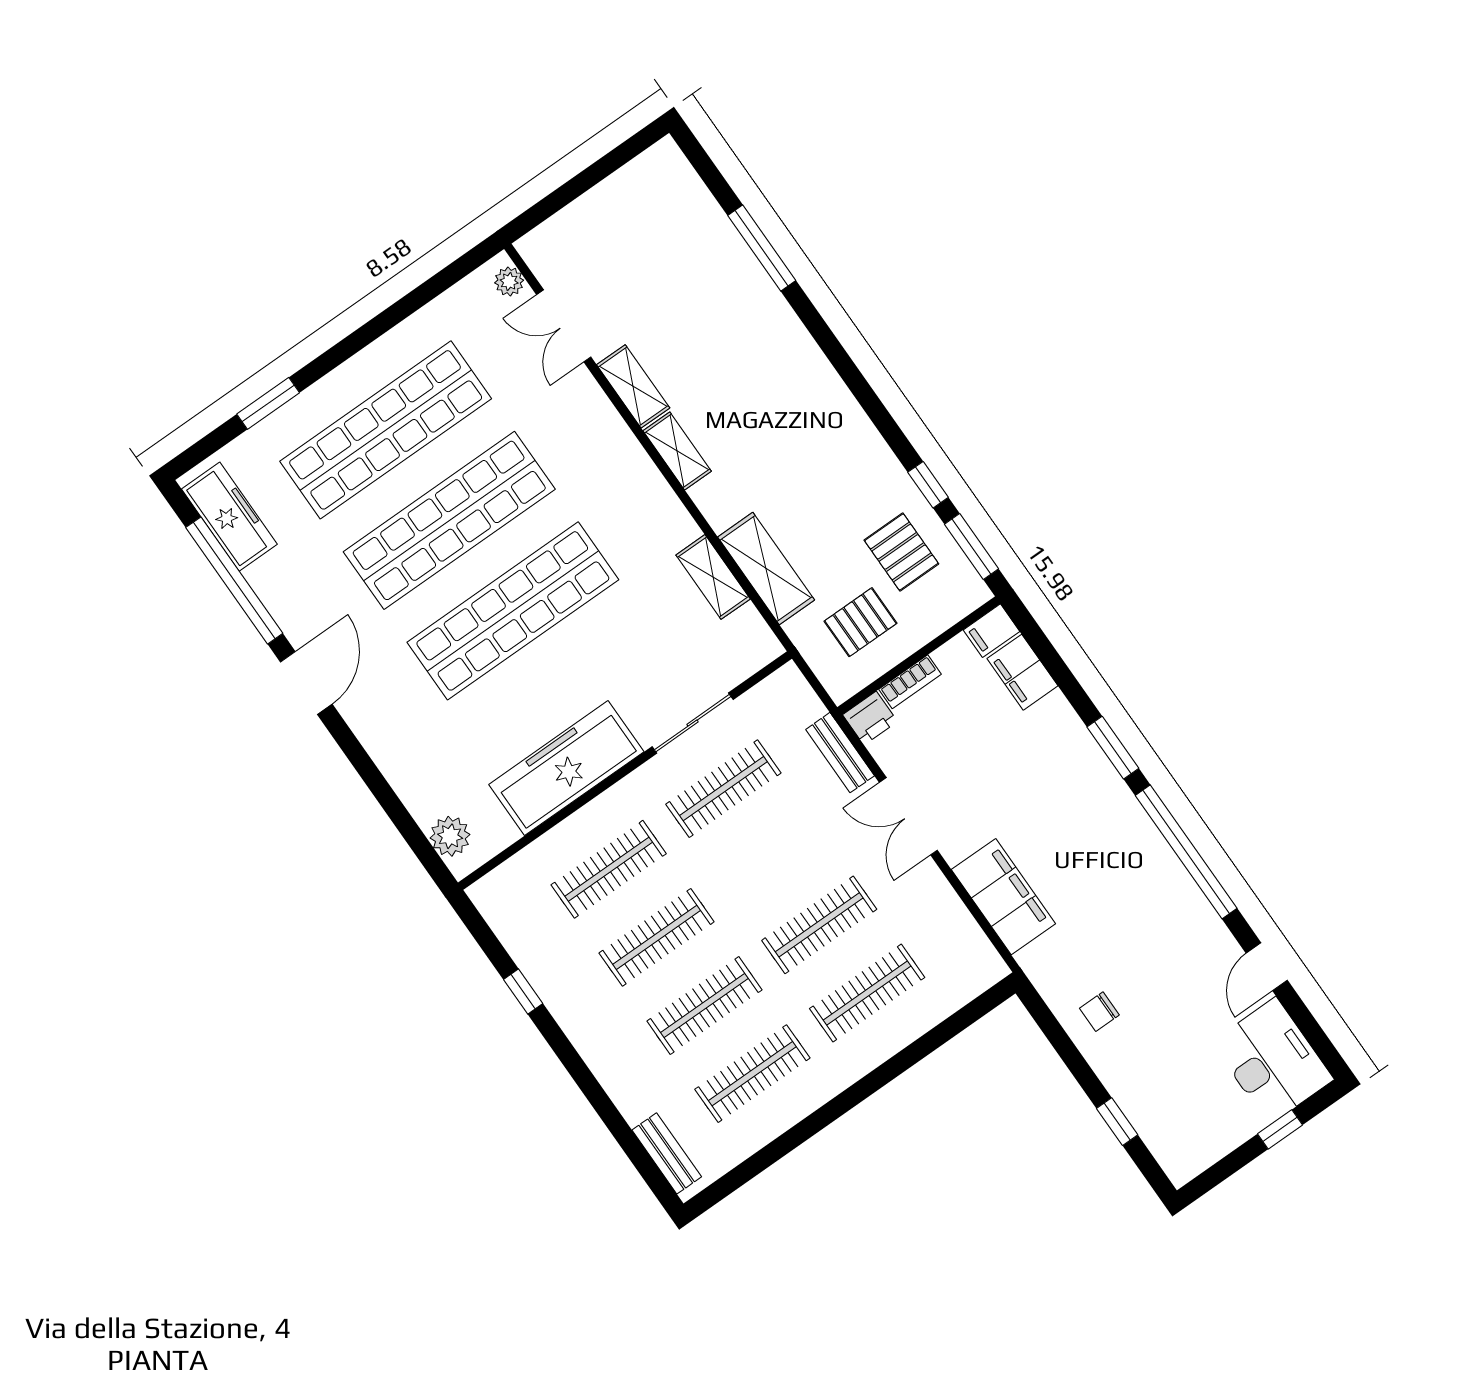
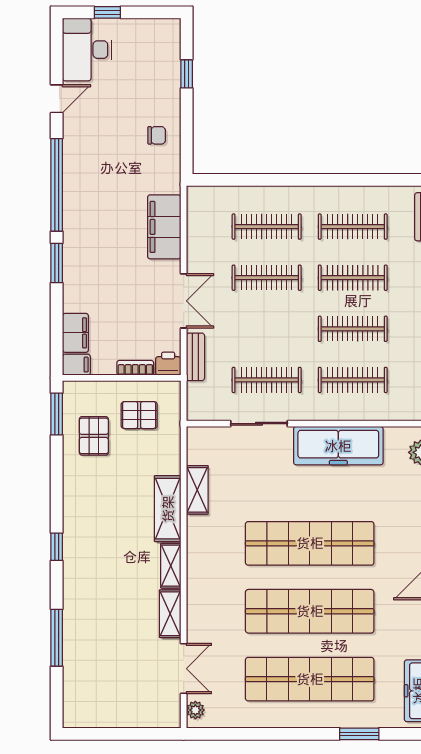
window: (928, 485) -> (57, 547), moved
shelving: (766, 568) -> (168, 509), moved

